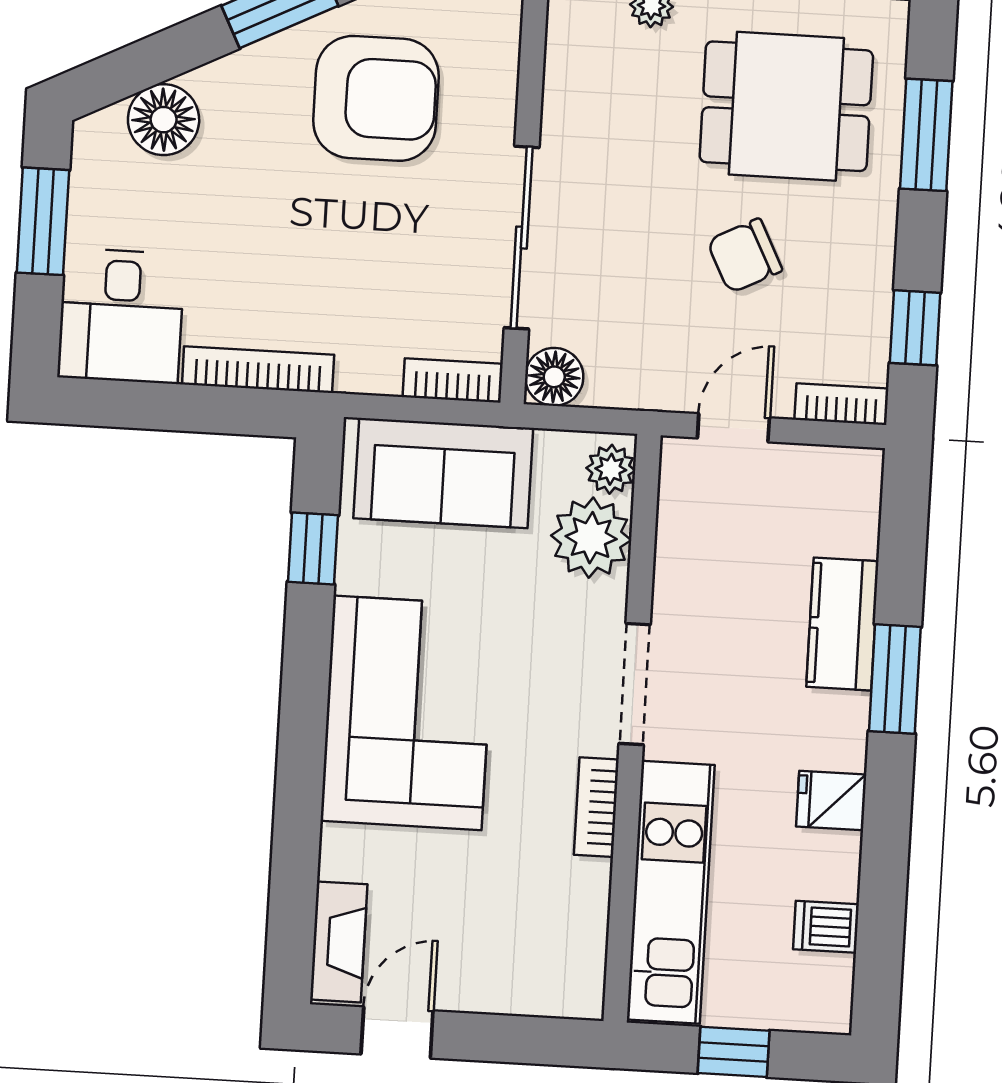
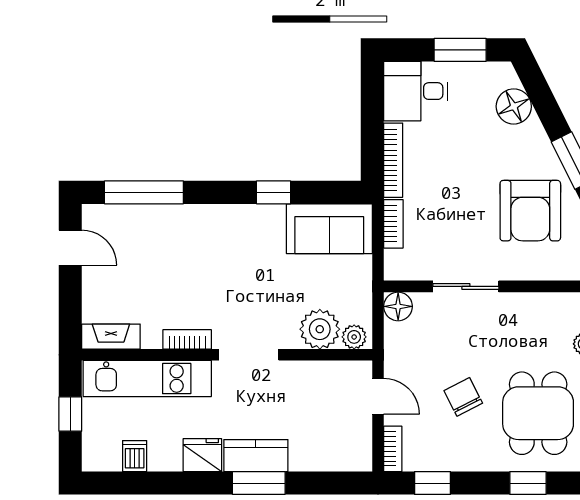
window: (926, 135) -> (528, 483), width x0.67
sliding door: (522, 238) -> (466, 286), width x0.73
bookcase: (453, 380) -> (393, 224), moved
sofa: (443, 473) -> (329, 229), moved, turned -90
window: (313, 549) -> (274, 192), moved
kitchen counter: (842, 624) -> (256, 456), moved
corner sofa: (407, 713) -> (228, 244), removed
fridge: (831, 800) -> (202, 455), width x1.38
window: (294, 877) -> (144, 192), added
fireplace: (339, 942) -> (111, 337), moved, turned 180

